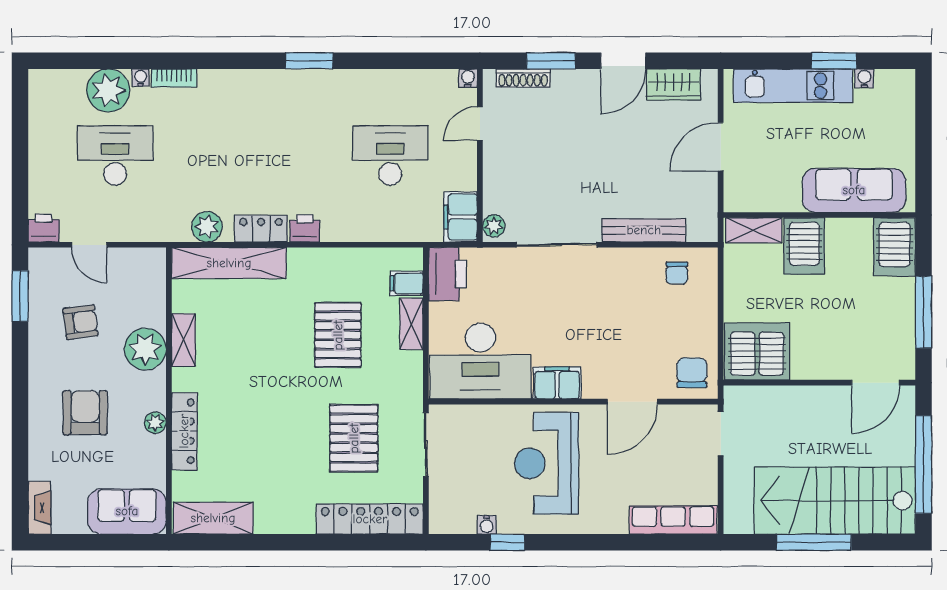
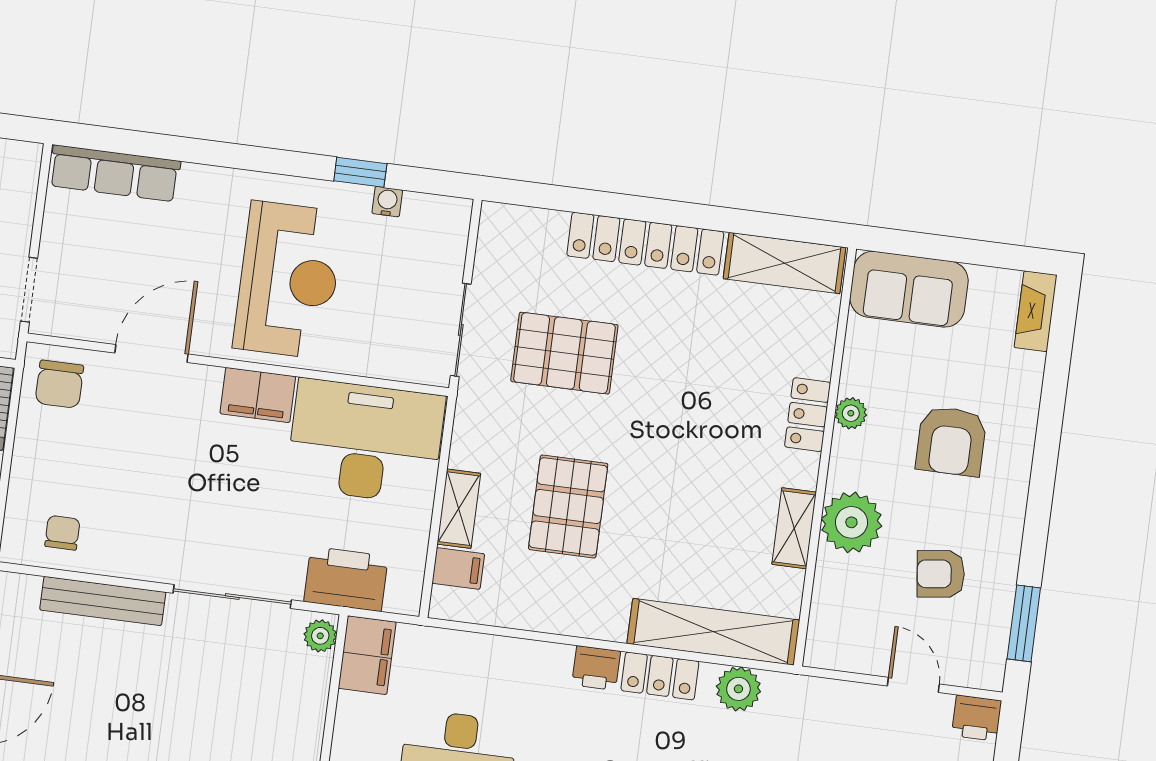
printer: (448, 274) -> (346, 579), moved, turned 90
locker: (184, 431) -> (808, 415), width x0.66
pallet: (354, 438) -> (564, 353), turned 90
locker: (370, 519) -> (645, 244), moved

